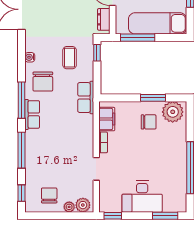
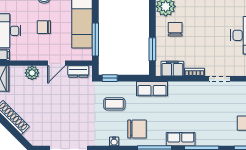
window: (153, 98) -> (152, 49), moved
row of seats: (32, 114) -> (181, 139), moved

